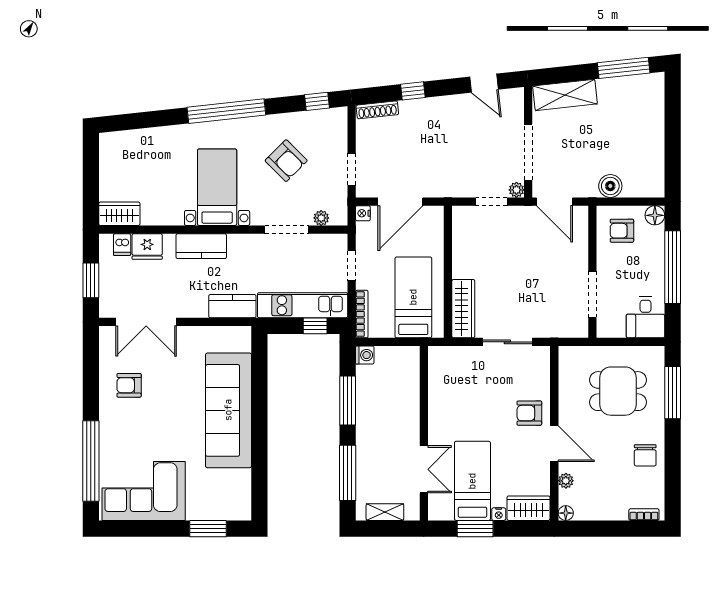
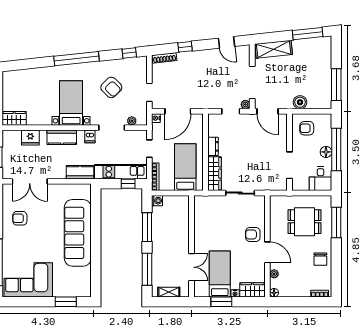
window: (673, 156) -> (336, 85), added
floor lamp: (655, 215) -> (326, 152), moved
dishwasher: (122, 245) -> (90, 136), moved
dresser: (461, 262) -> (213, 146), added

